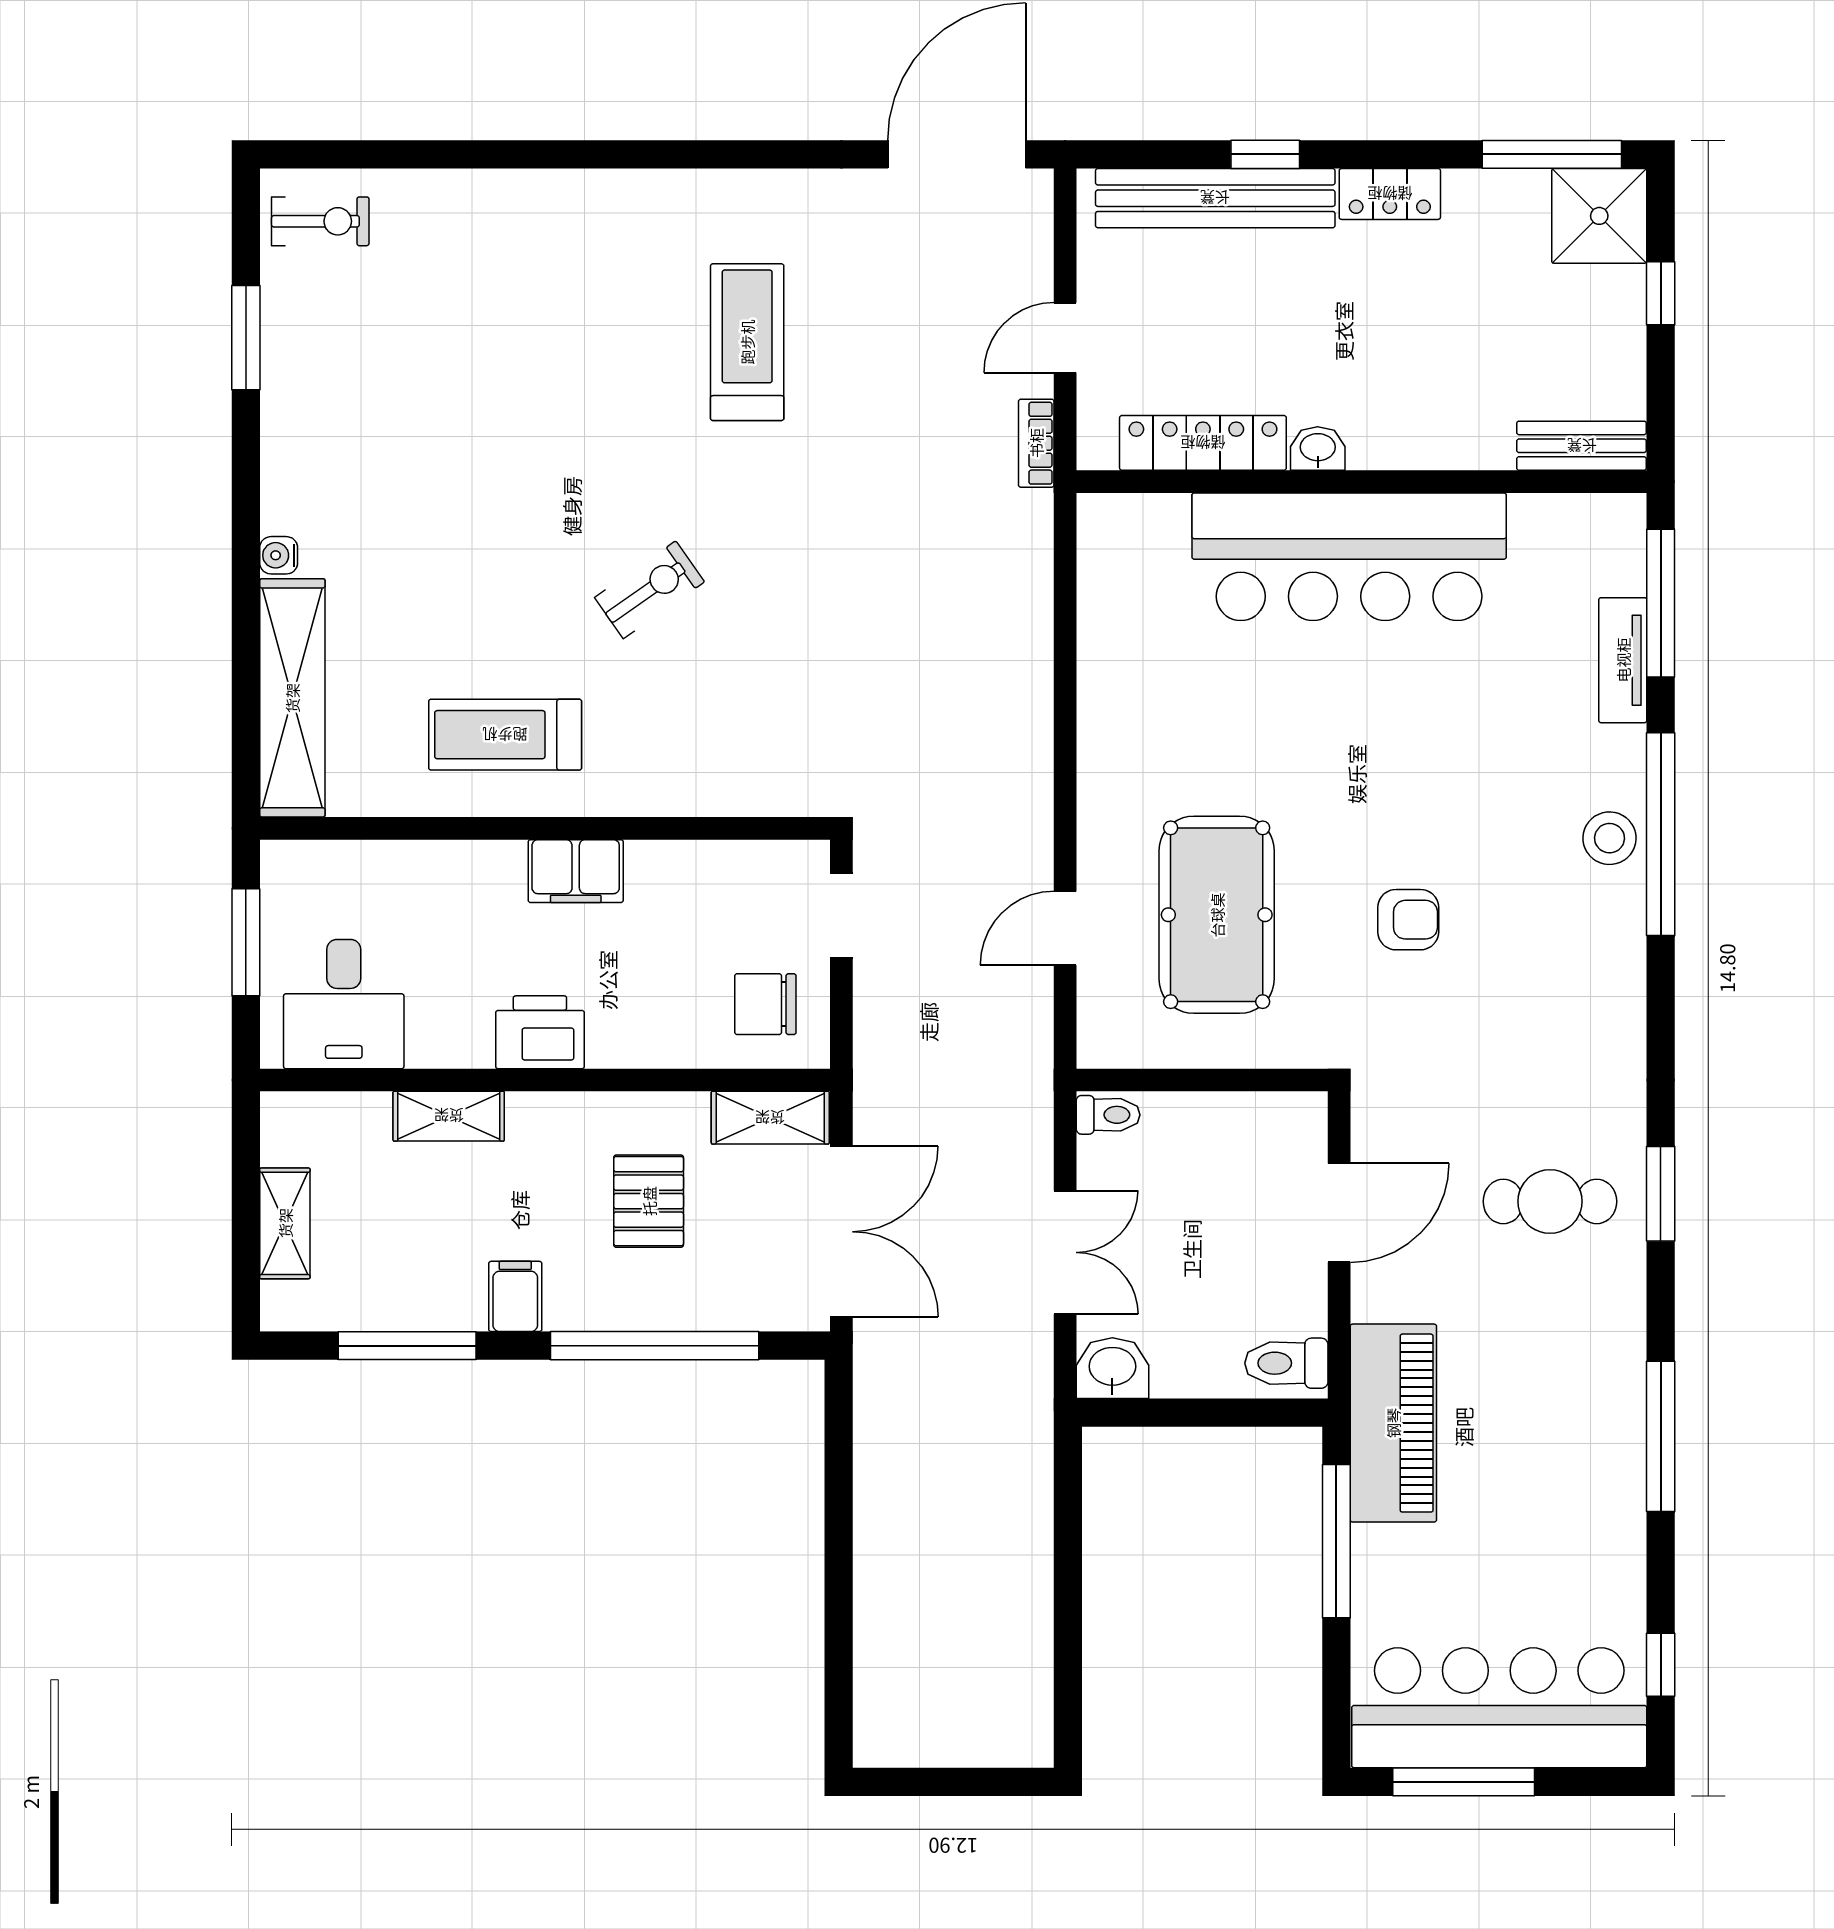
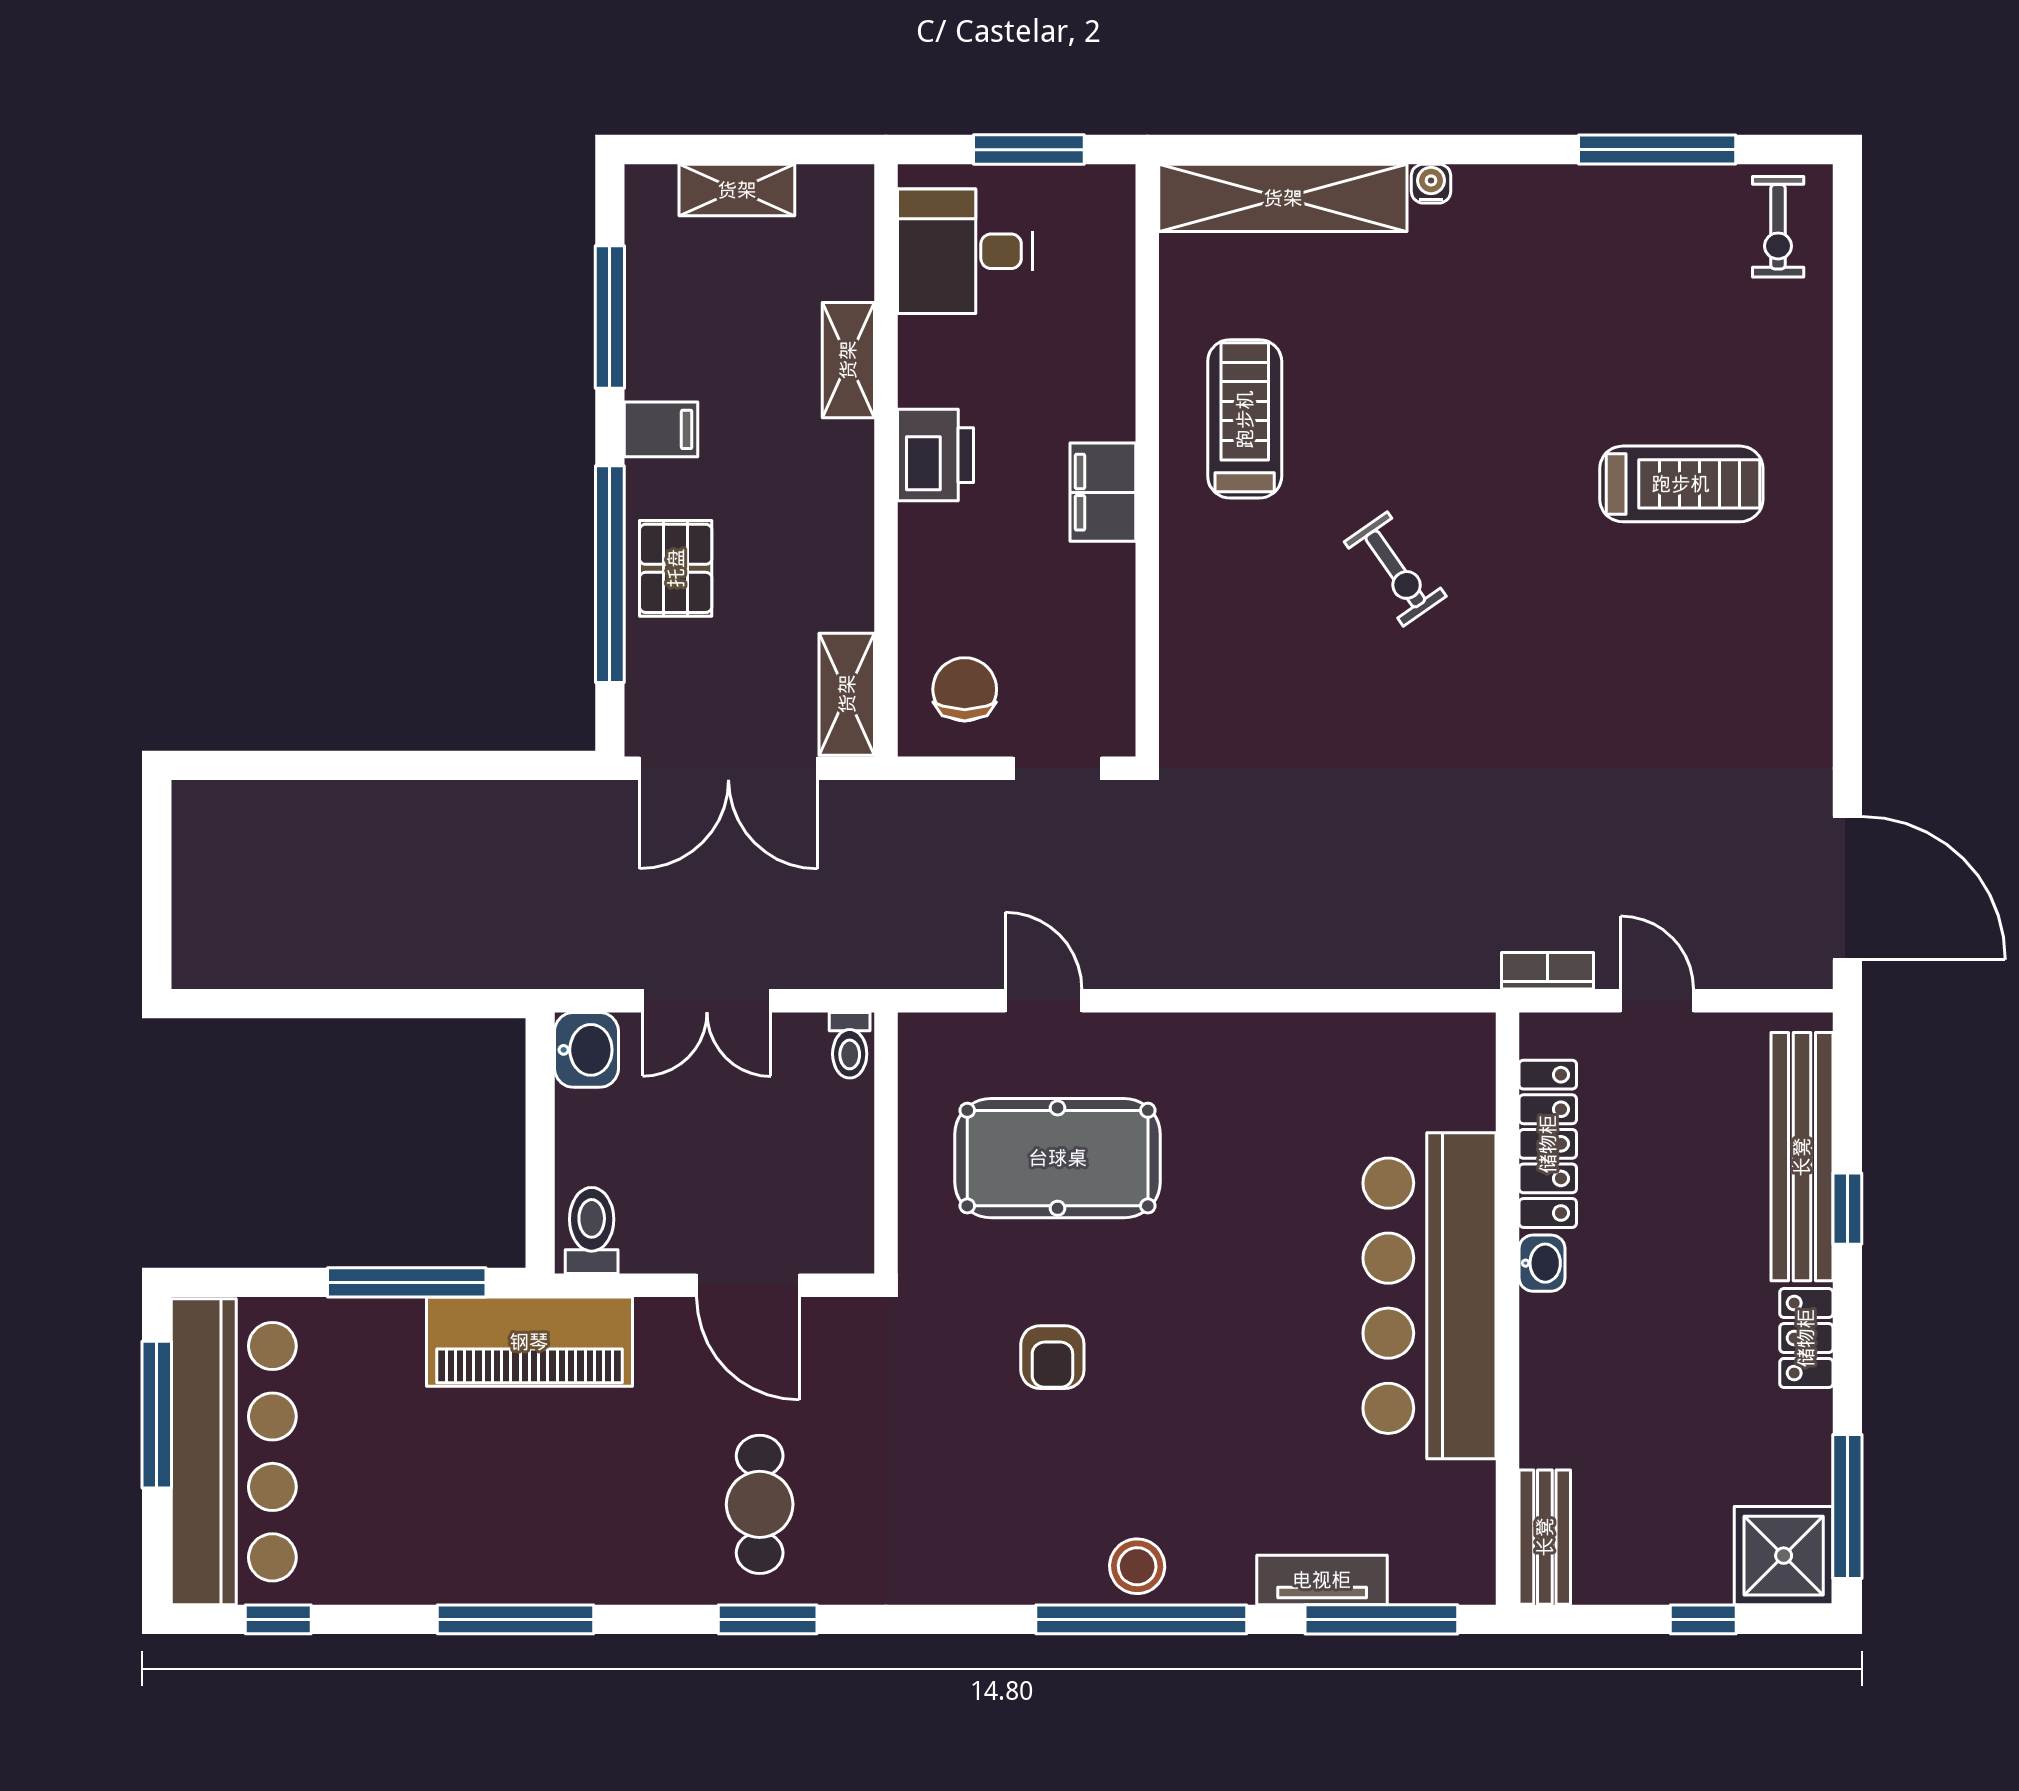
window: (246, 338) -> (1657, 150), width x1.44
treadmill: (747, 342) -> (1681, 484), moved
pallet: (649, 1201) -> (676, 568), moved, turned 90

